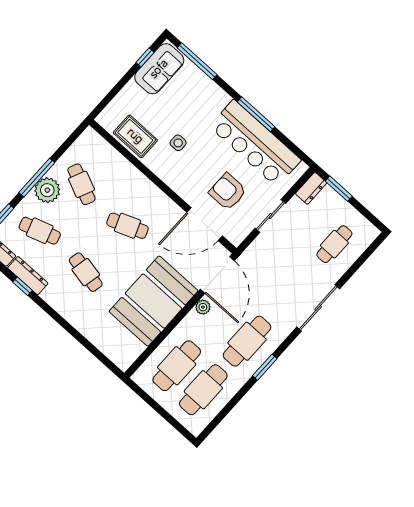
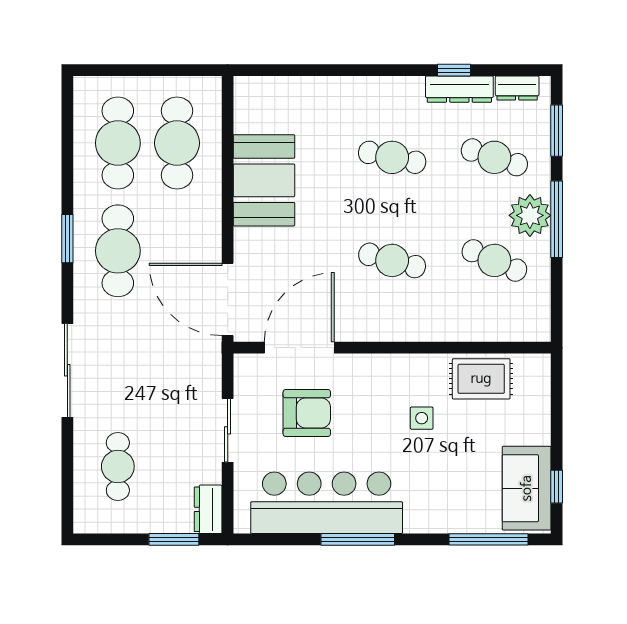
cafe table: (128, 226) -> (392, 260), turned 36
cafe table: (40, 231) -> (494, 157), turned 36
booth: (154, 301) -> (264, 180), width x0.73, depth x0.70
plant: (203, 307) -> (210, 244), removed

